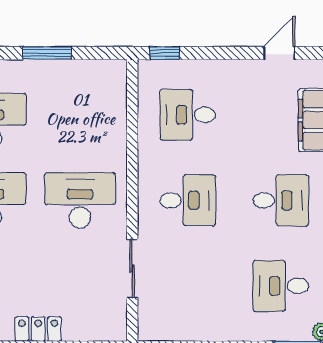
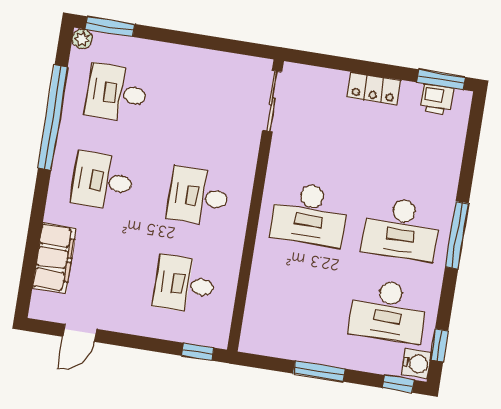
desk: (188, 115) -> (184, 284), turned 180
sliding door: (132, 268) -> (272, 101), moved
desk: (281, 286) -> (117, 93), turned 180

